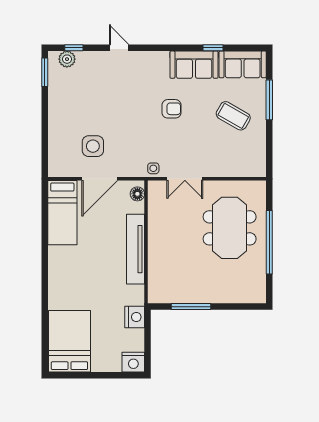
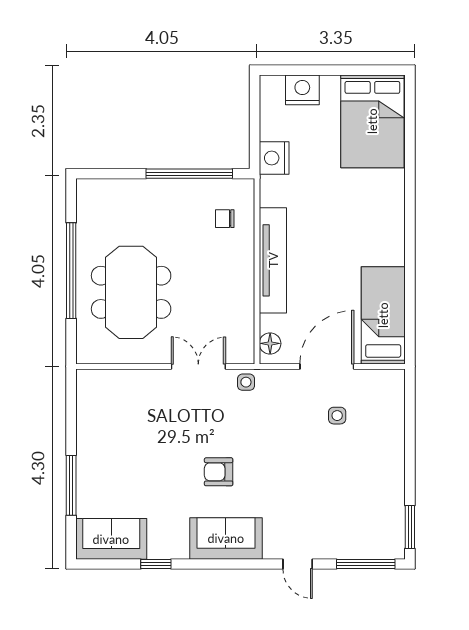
window: (74, 48) -> (366, 564), width x2.17
plant: (67, 59) -> (376, 547), removed
sofa: (194, 65) -> (226, 538), moved
coffee table: (233, 116) -> (126, 461), removed
side table: (93, 146) -> (337, 416), width x0.54, depth x0.54
chair: (167, 277) -> (225, 219), added
window: (191, 307) -> (189, 174), width x1.46
nightstand: (133, 362) -> (302, 90), moved

